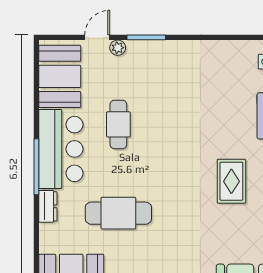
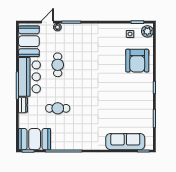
rug: (231, 181) -> (113, 93), removed
cafe table: (118, 213) -> (58, 108), width x0.73, depth x0.74

